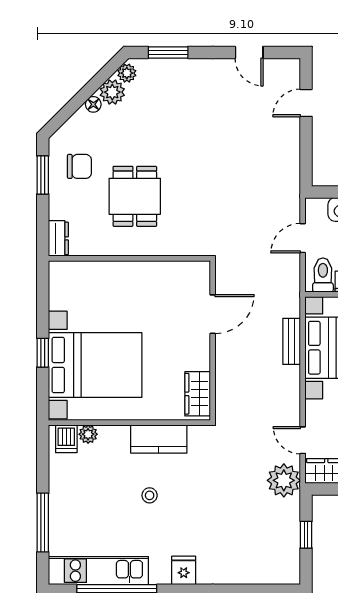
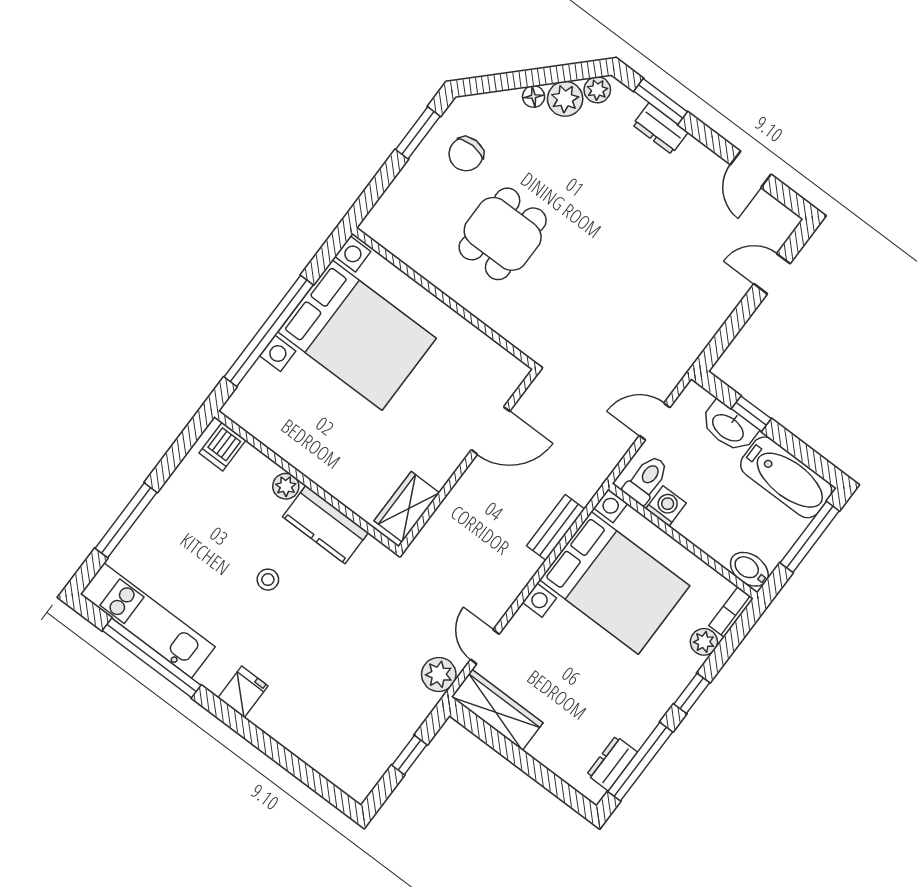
chair: (79, 166) -> (466, 154), turned 92
dresser: (58, 238) -> (660, 129), moved, turned 90
window: (43, 353) -> (269, 331), width x3.17
bed with nightstands: (95, 365) -> (357, 335), moved
plant: (88, 434) -> (286, 486), moved
plant: (284, 480) -> (439, 674), width x0.73, depth x0.73

